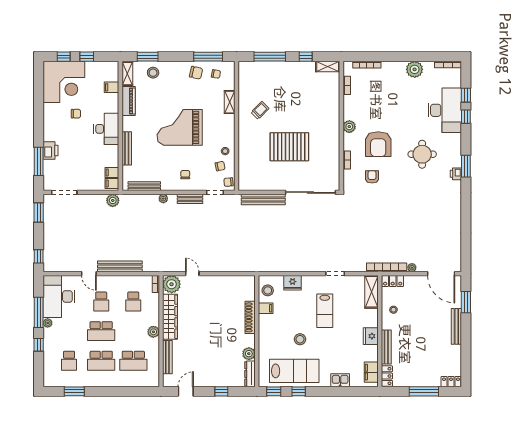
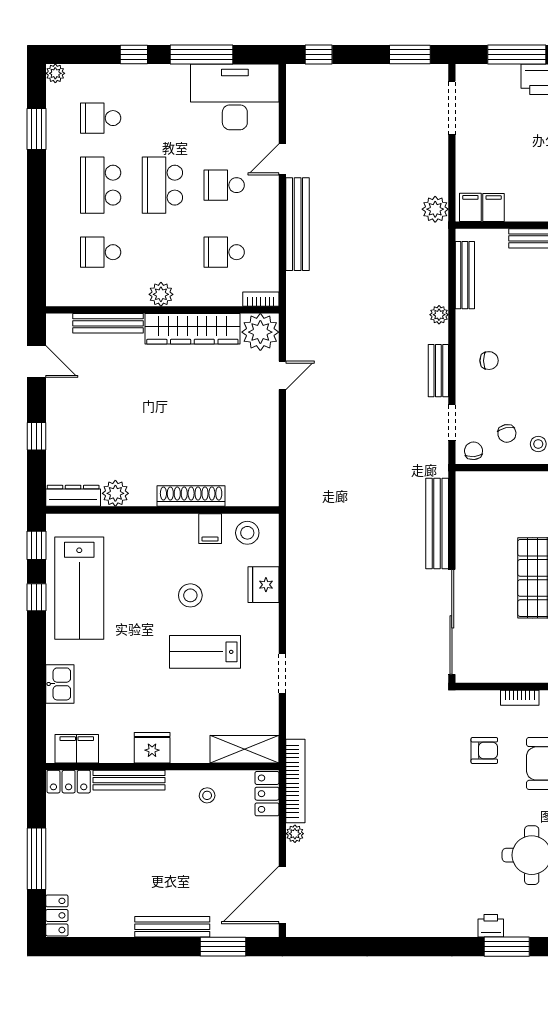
plant: (48, 323) -> (55, 73), moved
stool: (300, 339) -> (190, 595), moved
school desk: (133, 361) -> (101, 252), width x0.54

